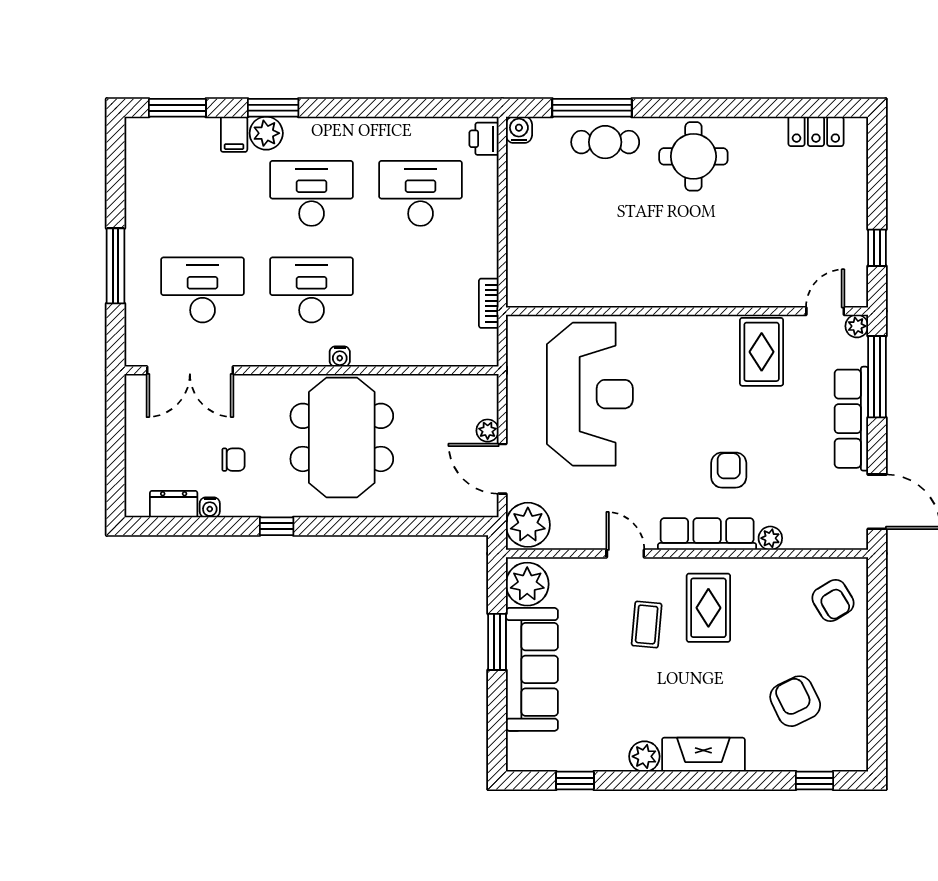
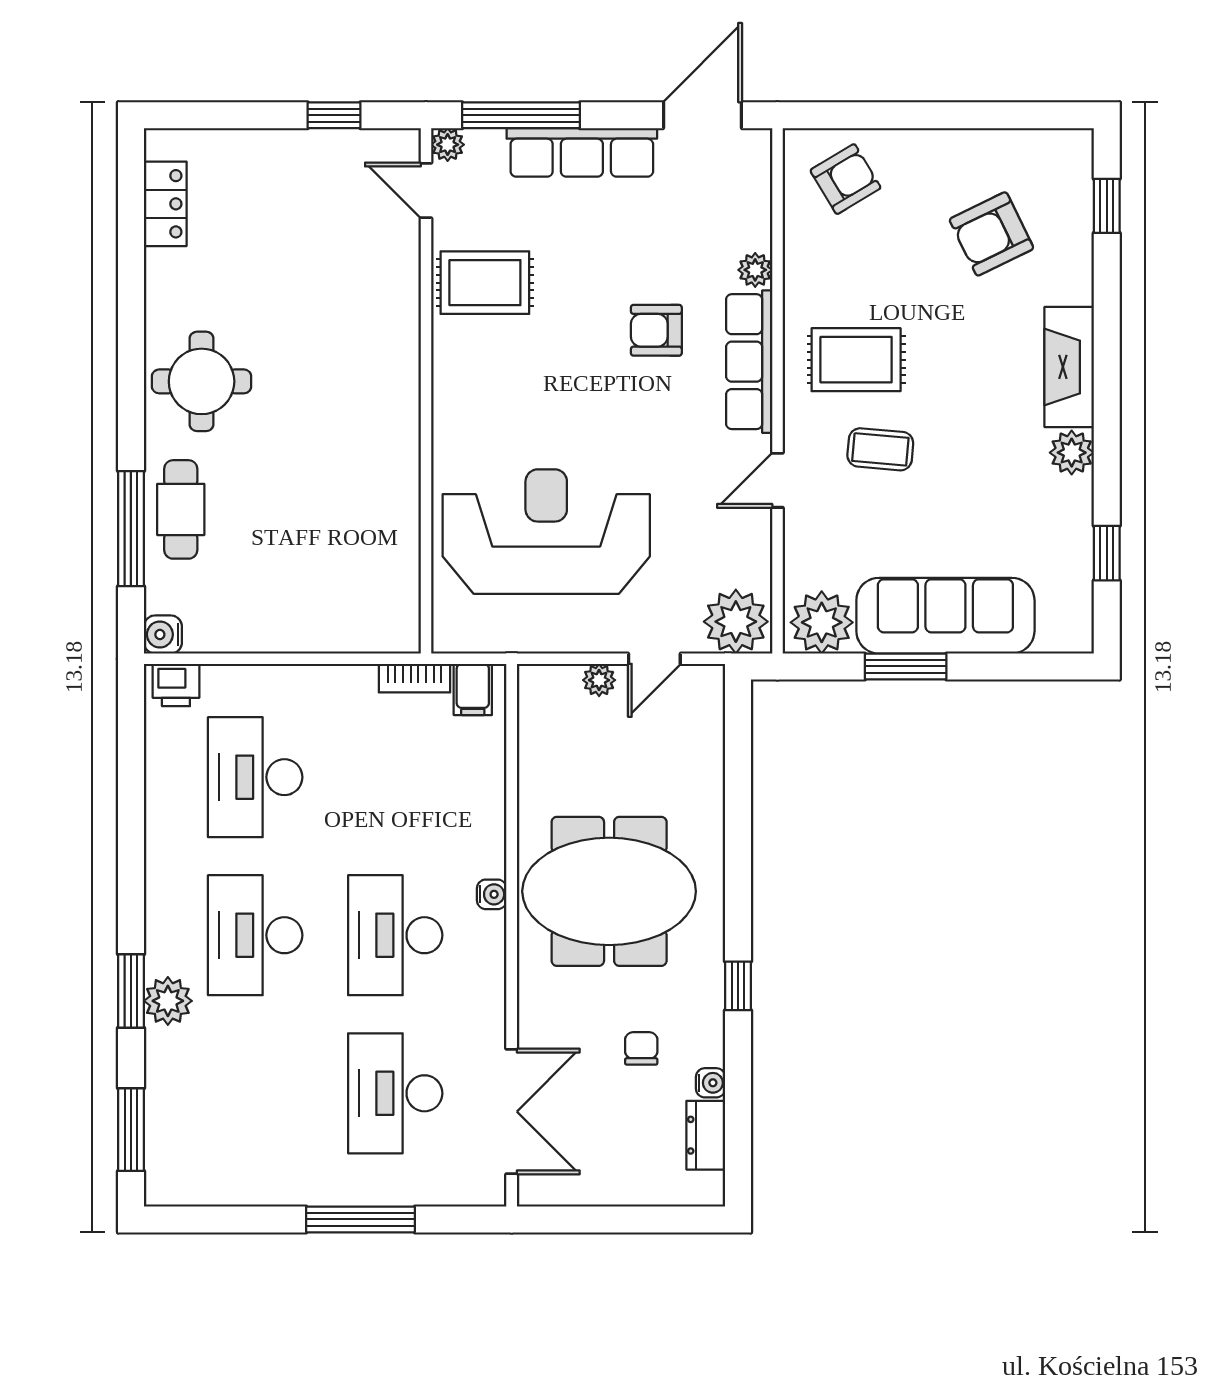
filing cabinet: (234, 134) -> (473, 689), moved, turned 90
door: (502, 469) -> (654, 659), width x0.73

